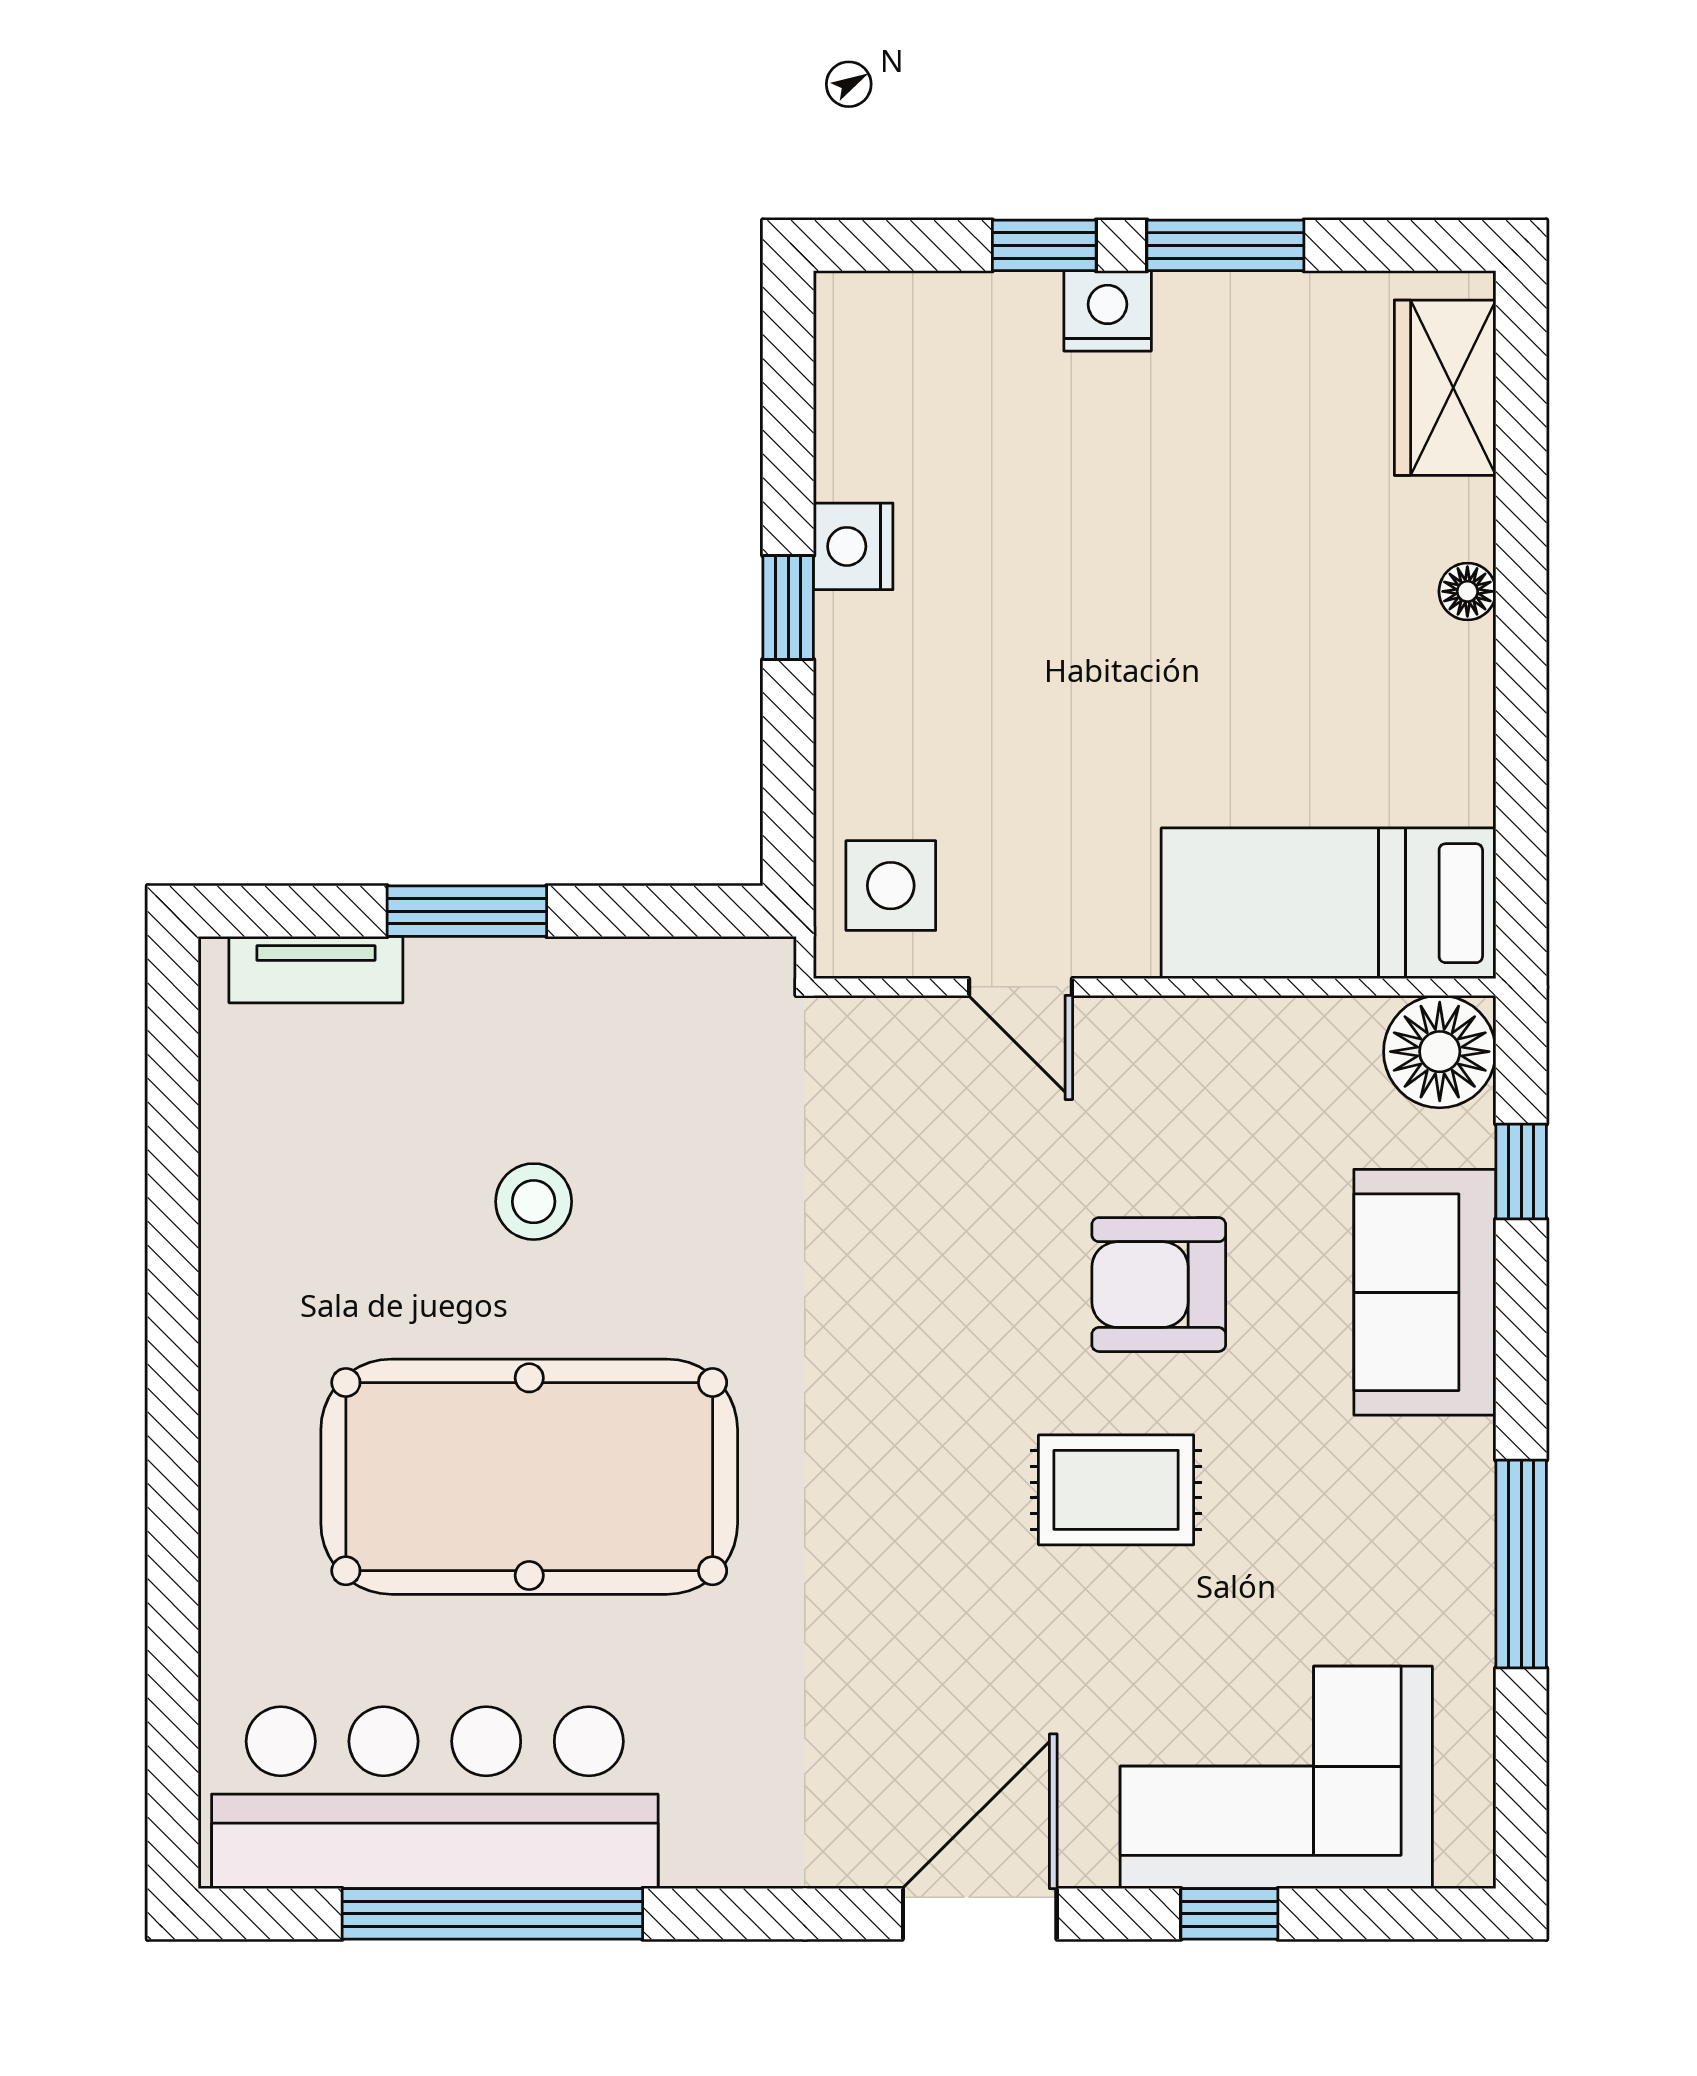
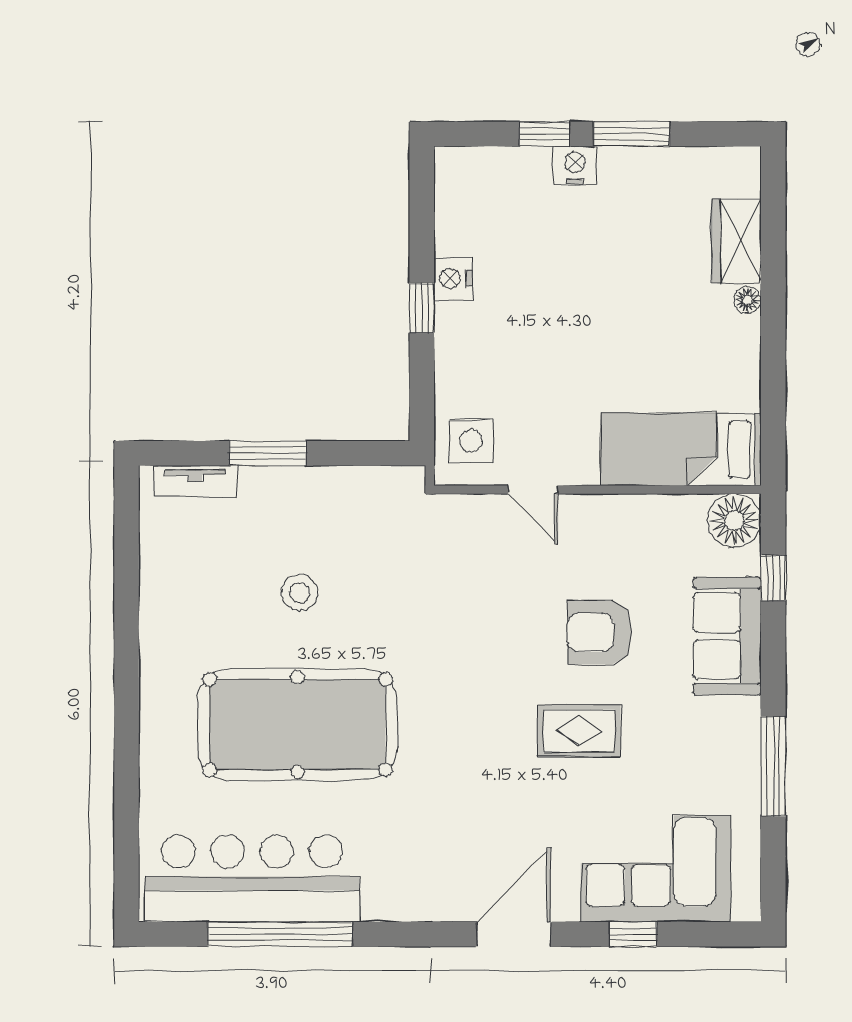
wardrobe: (1445, 388) -> (737, 241), moved

